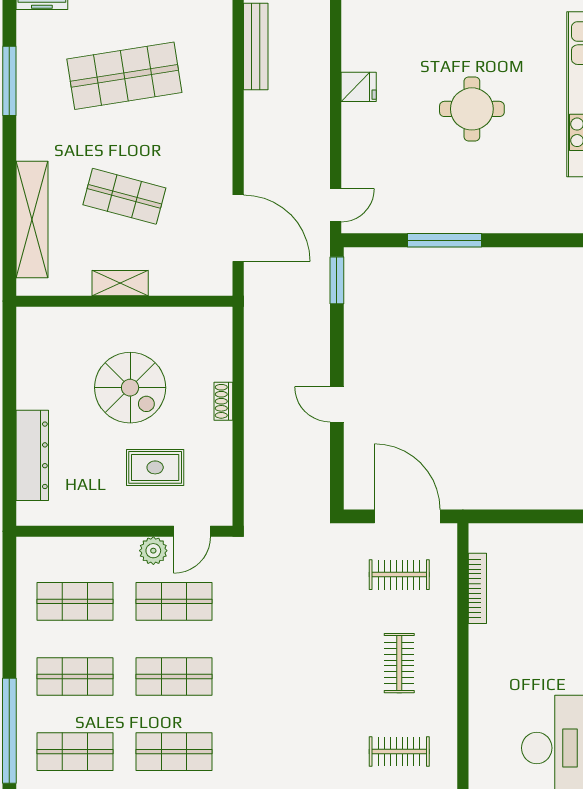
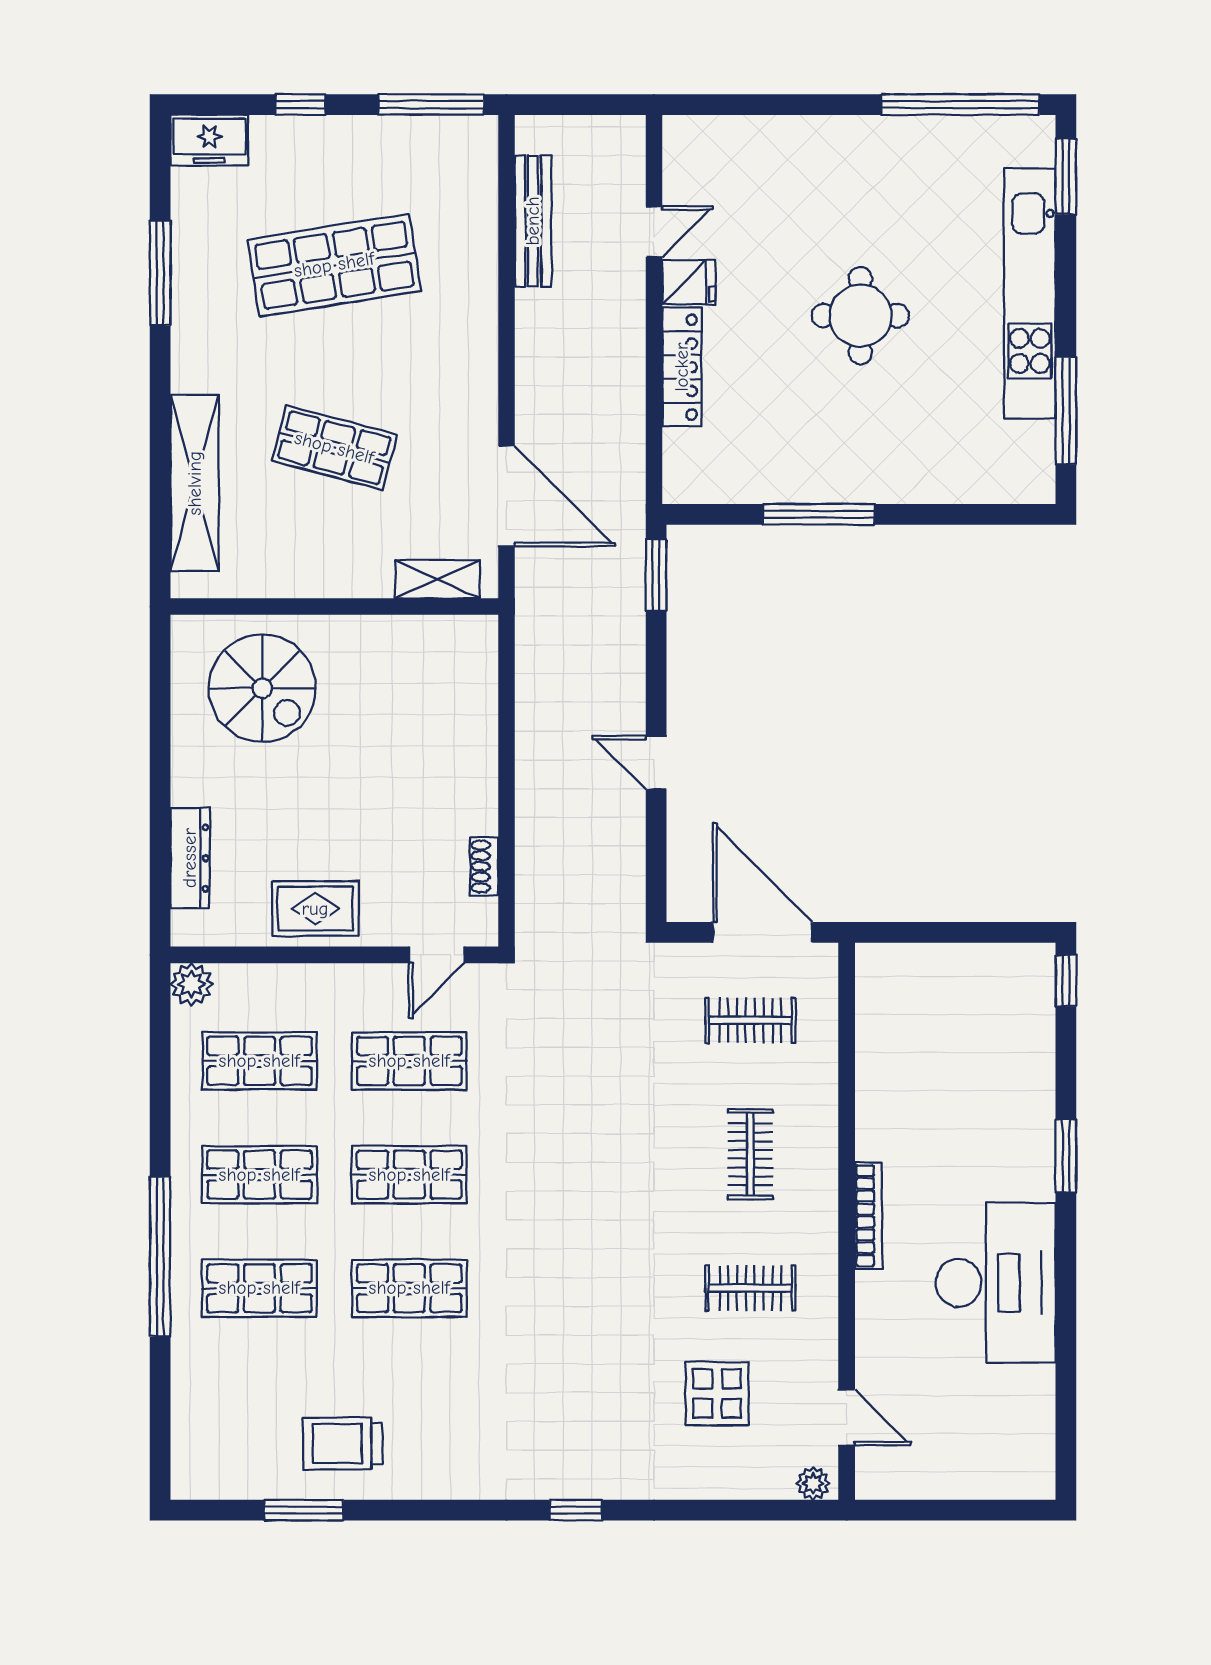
locker: (354, 143) -> (682, 367), added
door: (336, 205) -> (654, 232), moved
shelving: (120, 283) -> (437, 579), moved
spiral stairs: (130, 388) -> (262, 688), moved
shoe rack: (223, 401) -> (484, 866), moved
dresser: (32, 455) -> (190, 858), width x0.73, depth x0.80
rug: (155, 467) -> (315, 909), moved
plant: (153, 551) -> (192, 984), moved
bookcase: (477, 588) -> (868, 1216), moved

